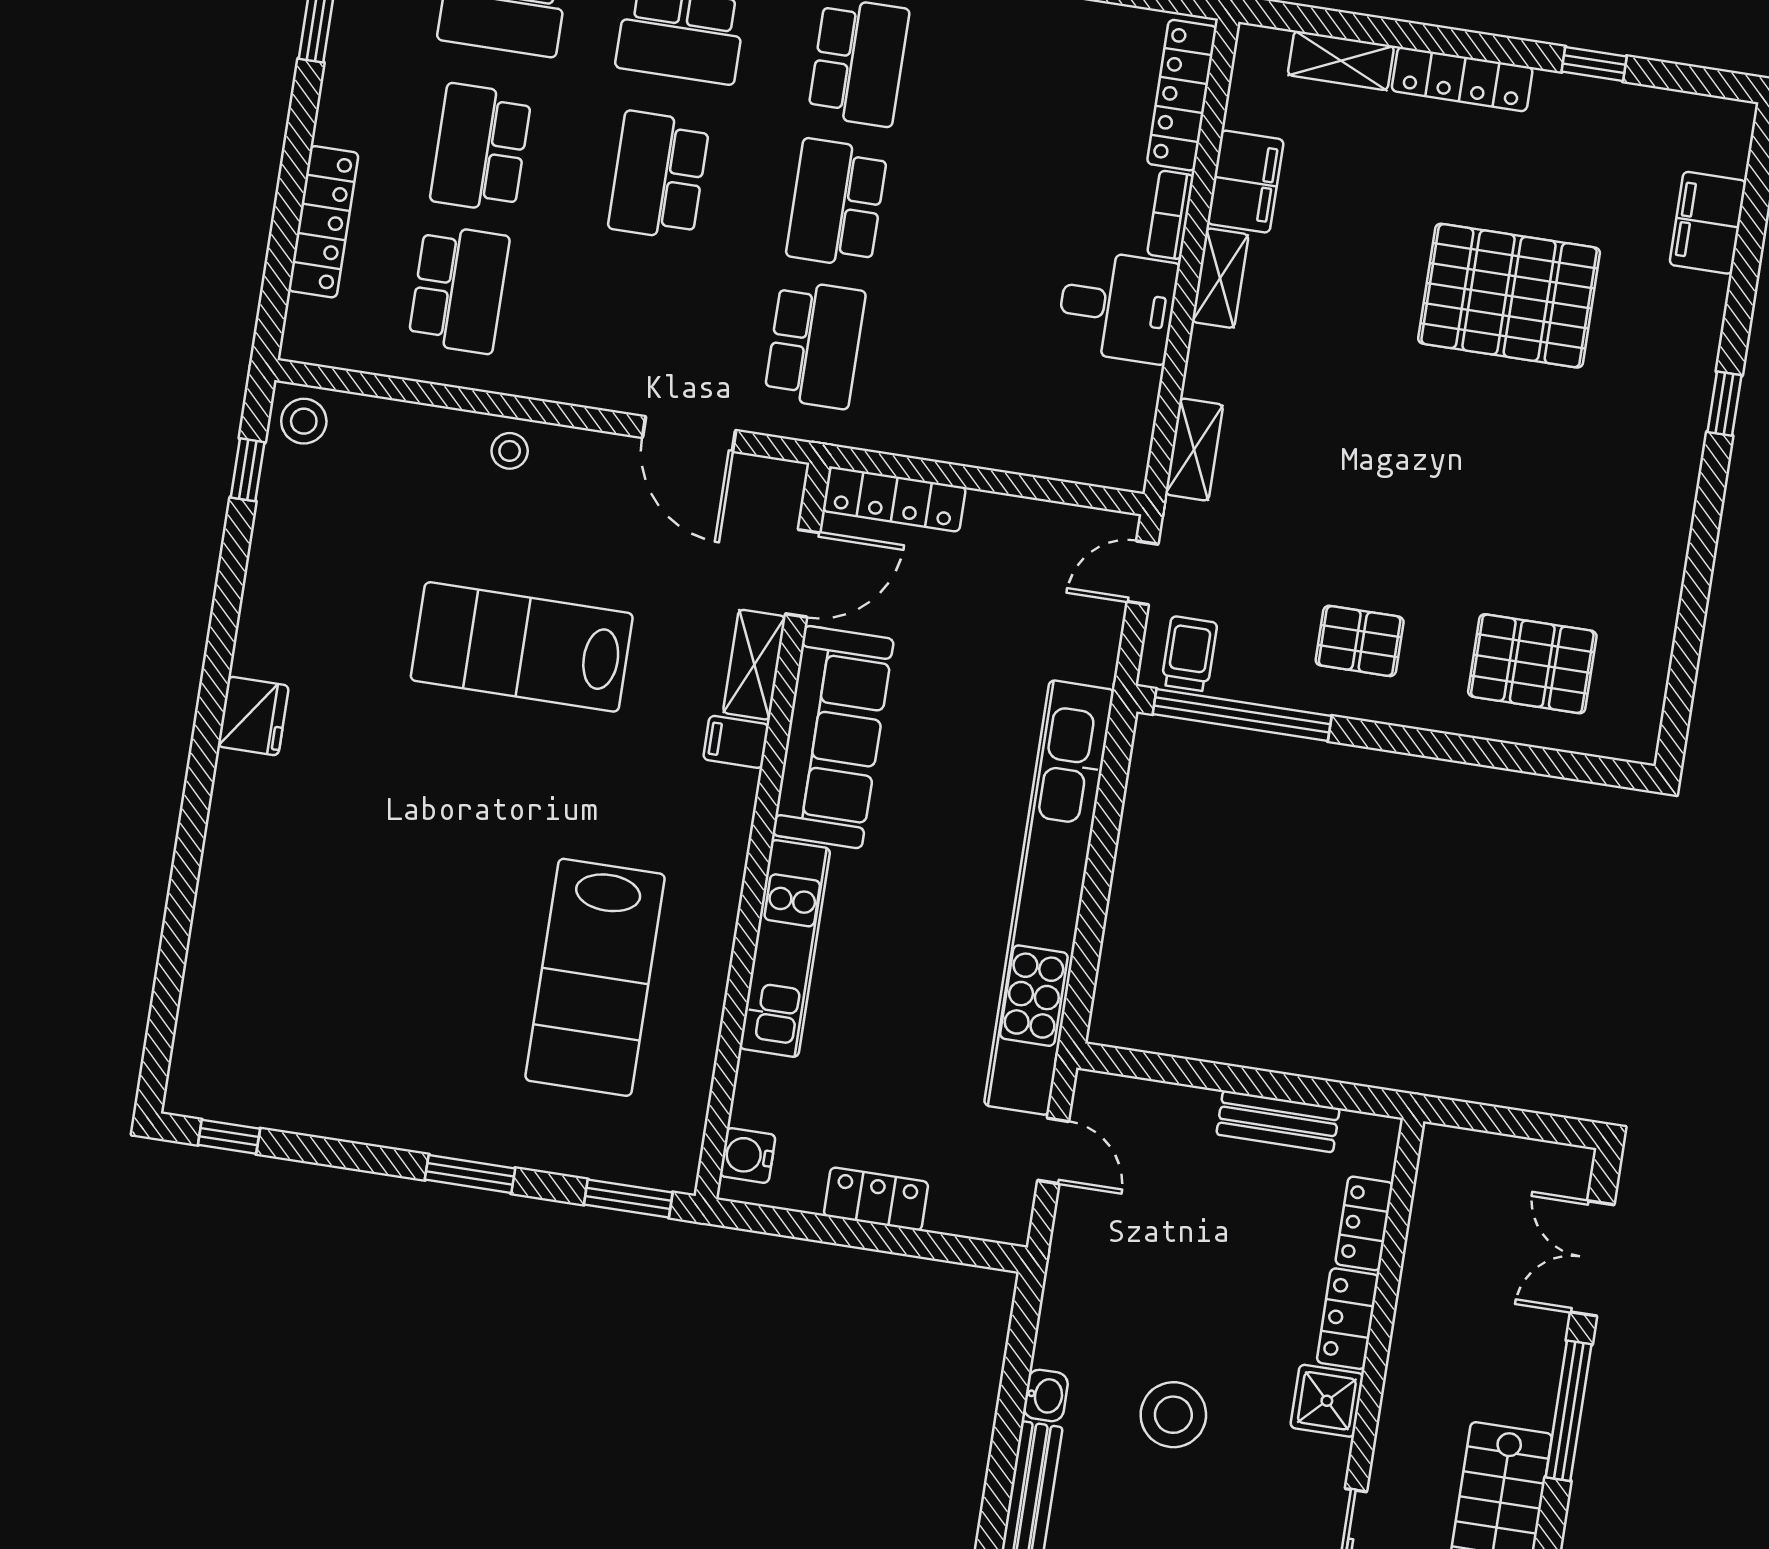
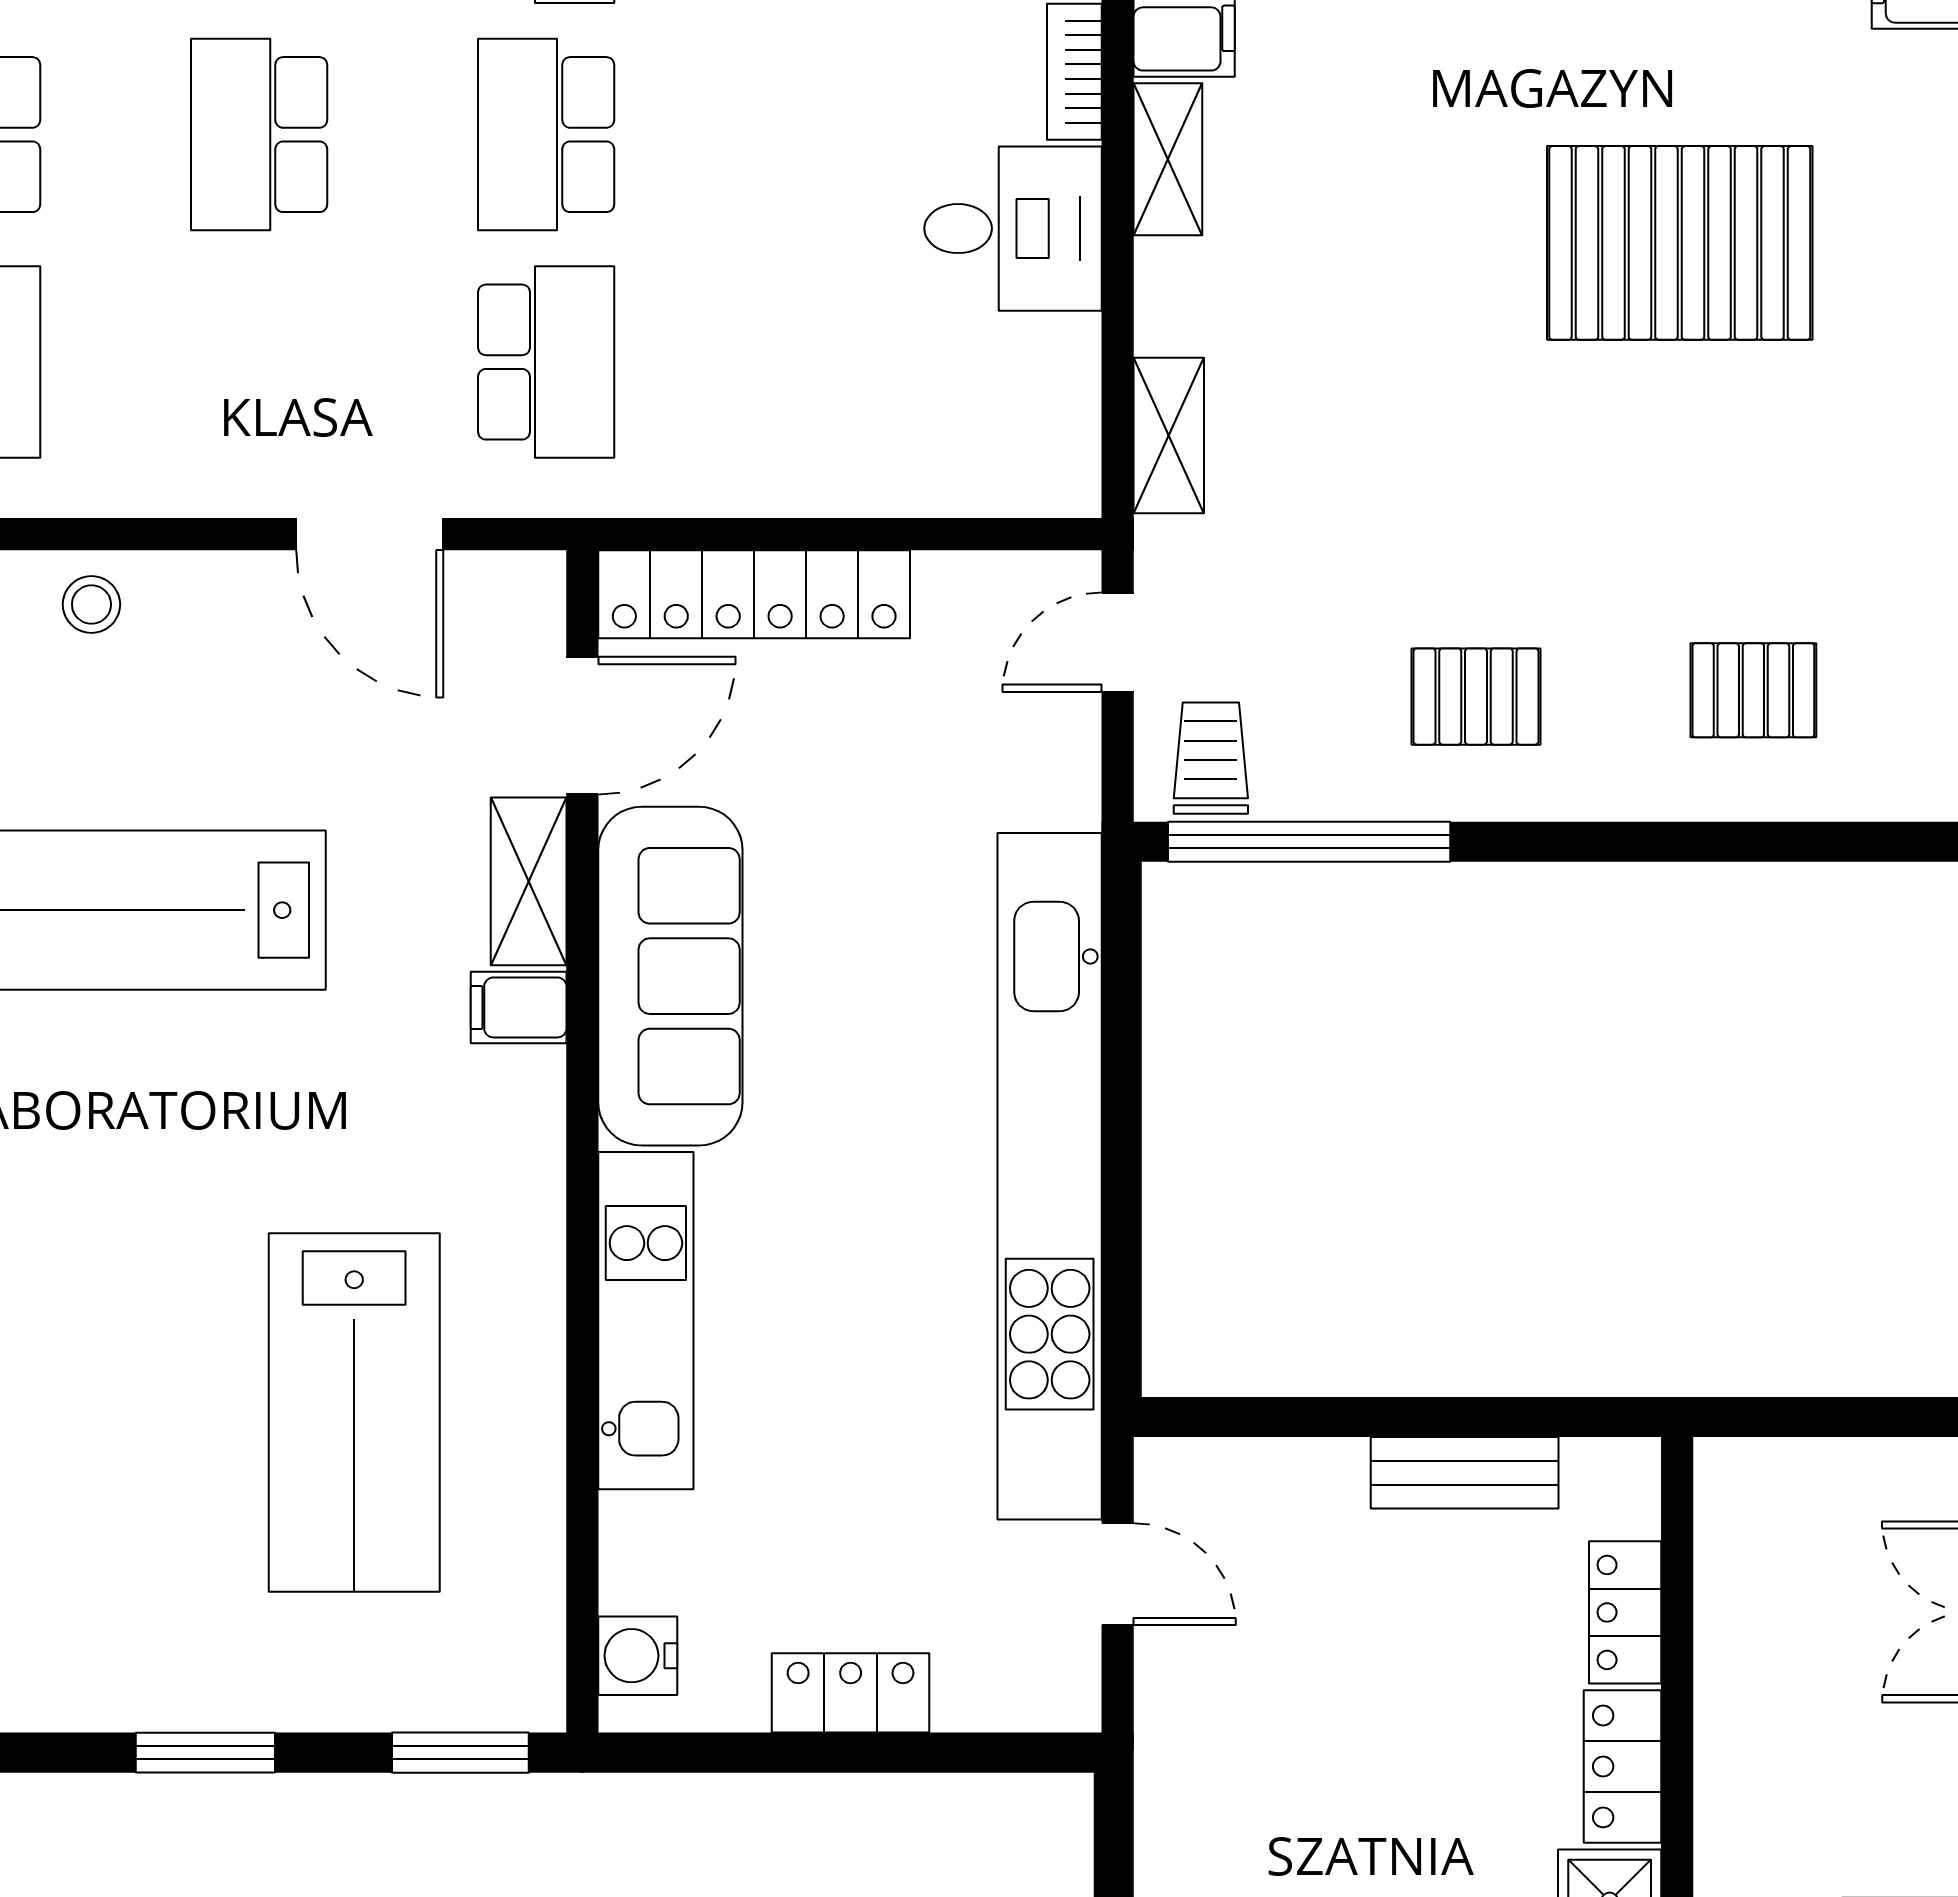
pallet: (1509, 296) -> (1680, 243), moved
locker: (894, 499) -> (754, 594), width x1.41, depth x1.21
pallet: (1532, 664) -> (1753, 690), width x0.67, depth x0.71

